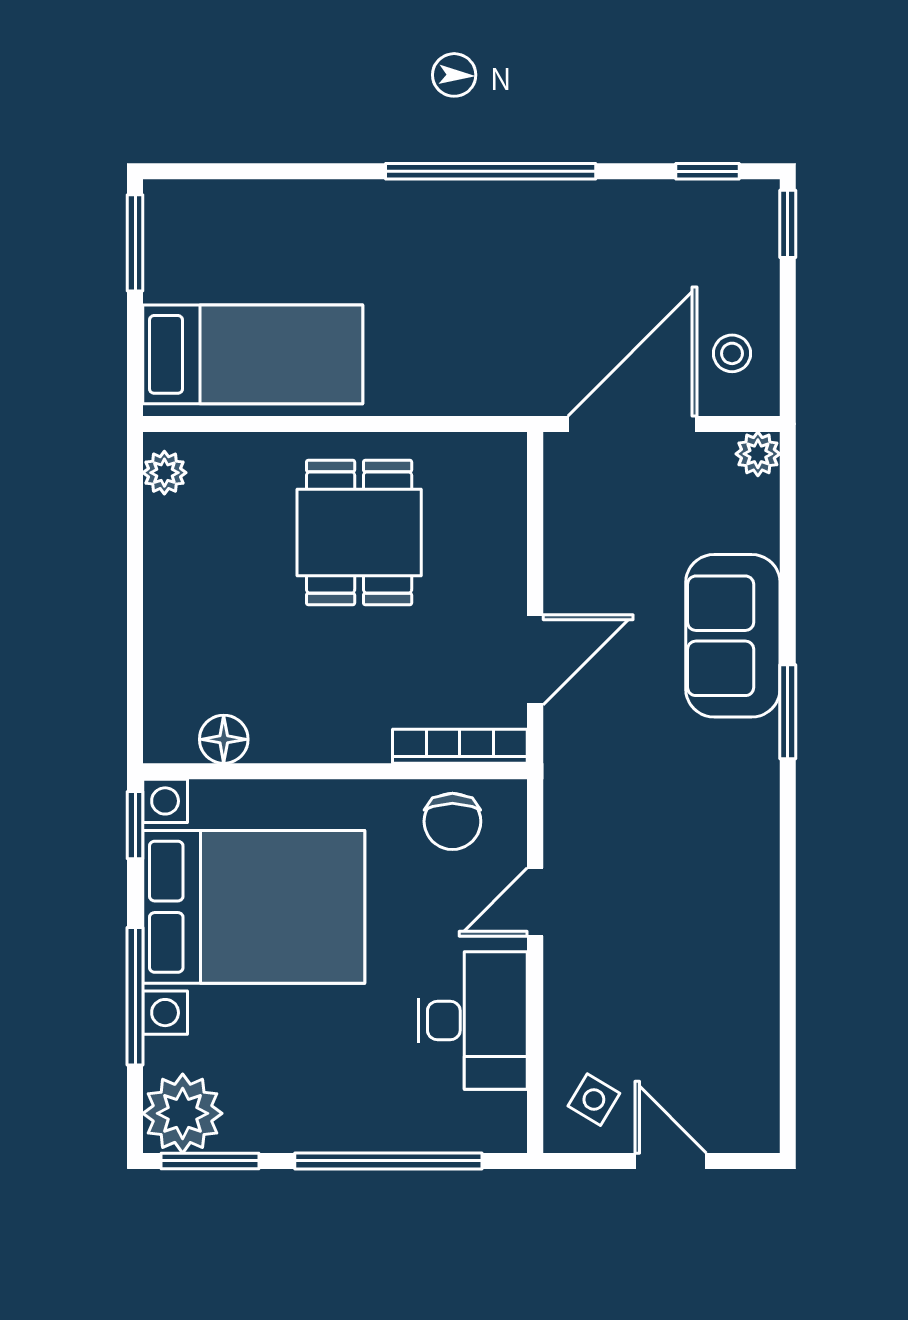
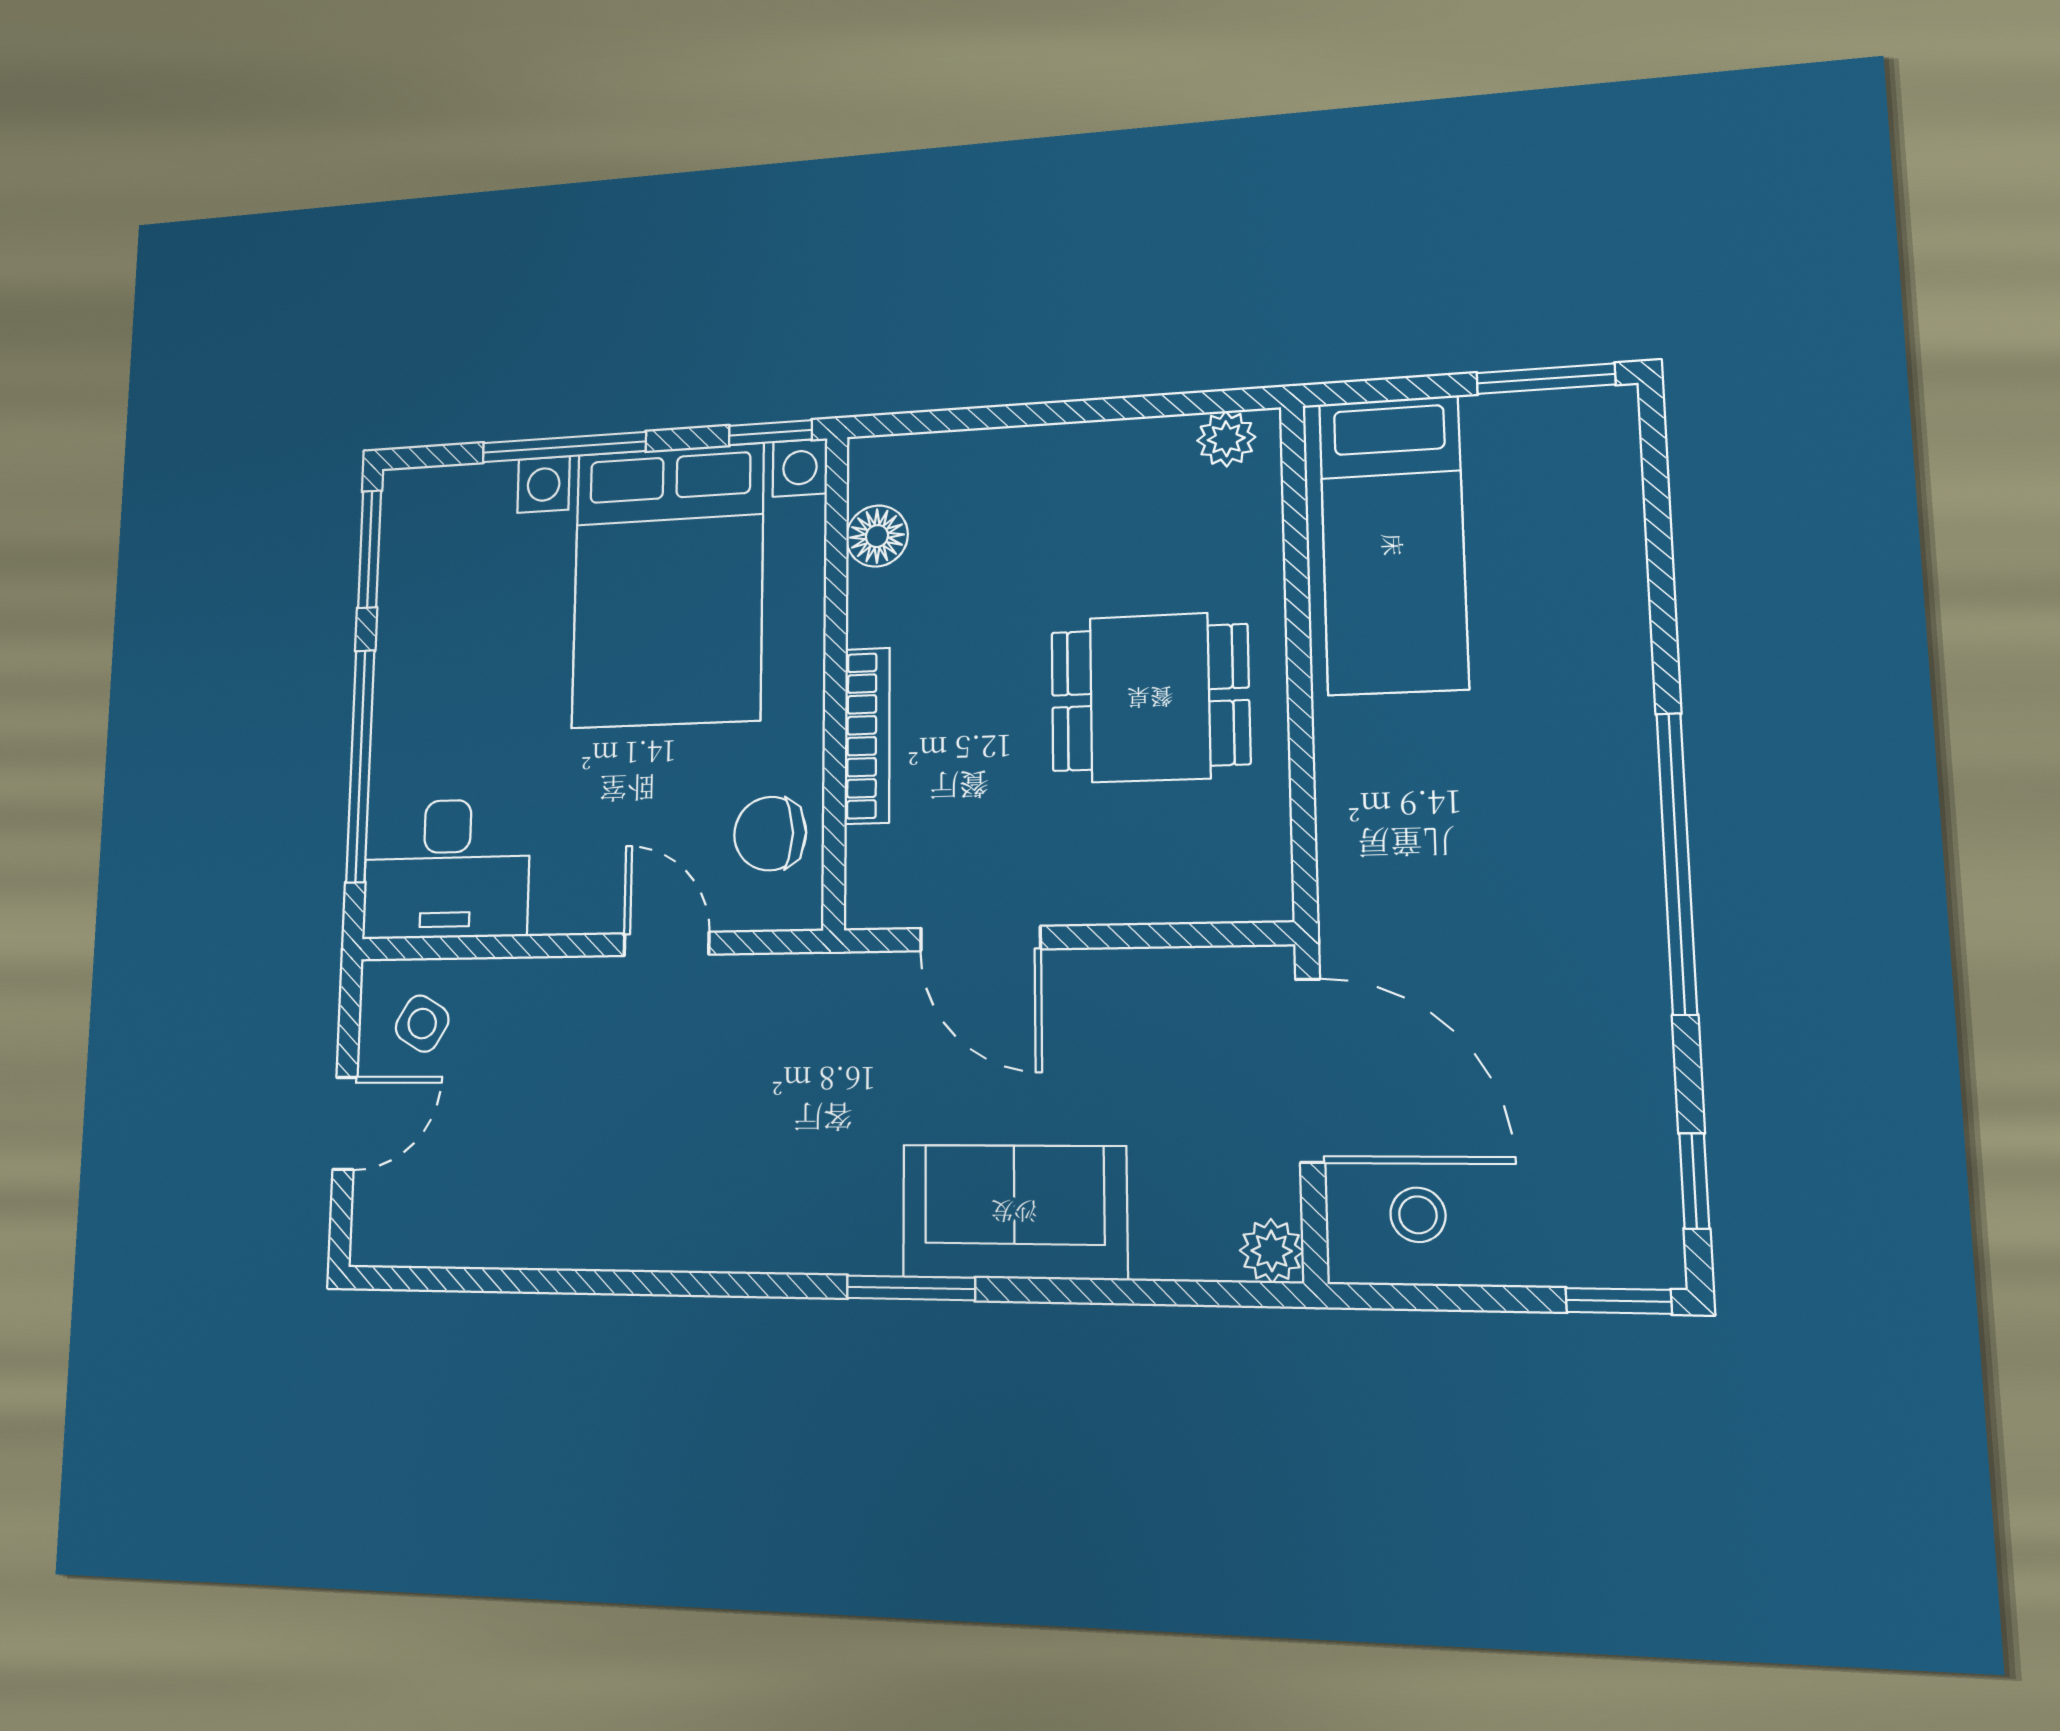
bookcase: (460, 746) -> (867, 736), moved
desk: (473, 1020) -> (446, 869), moved
plant: (183, 1113) -> (425, 513), removed

